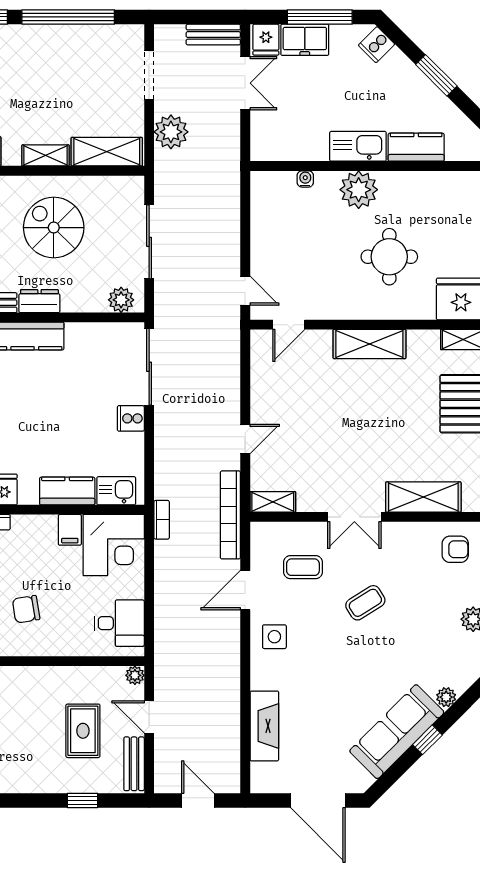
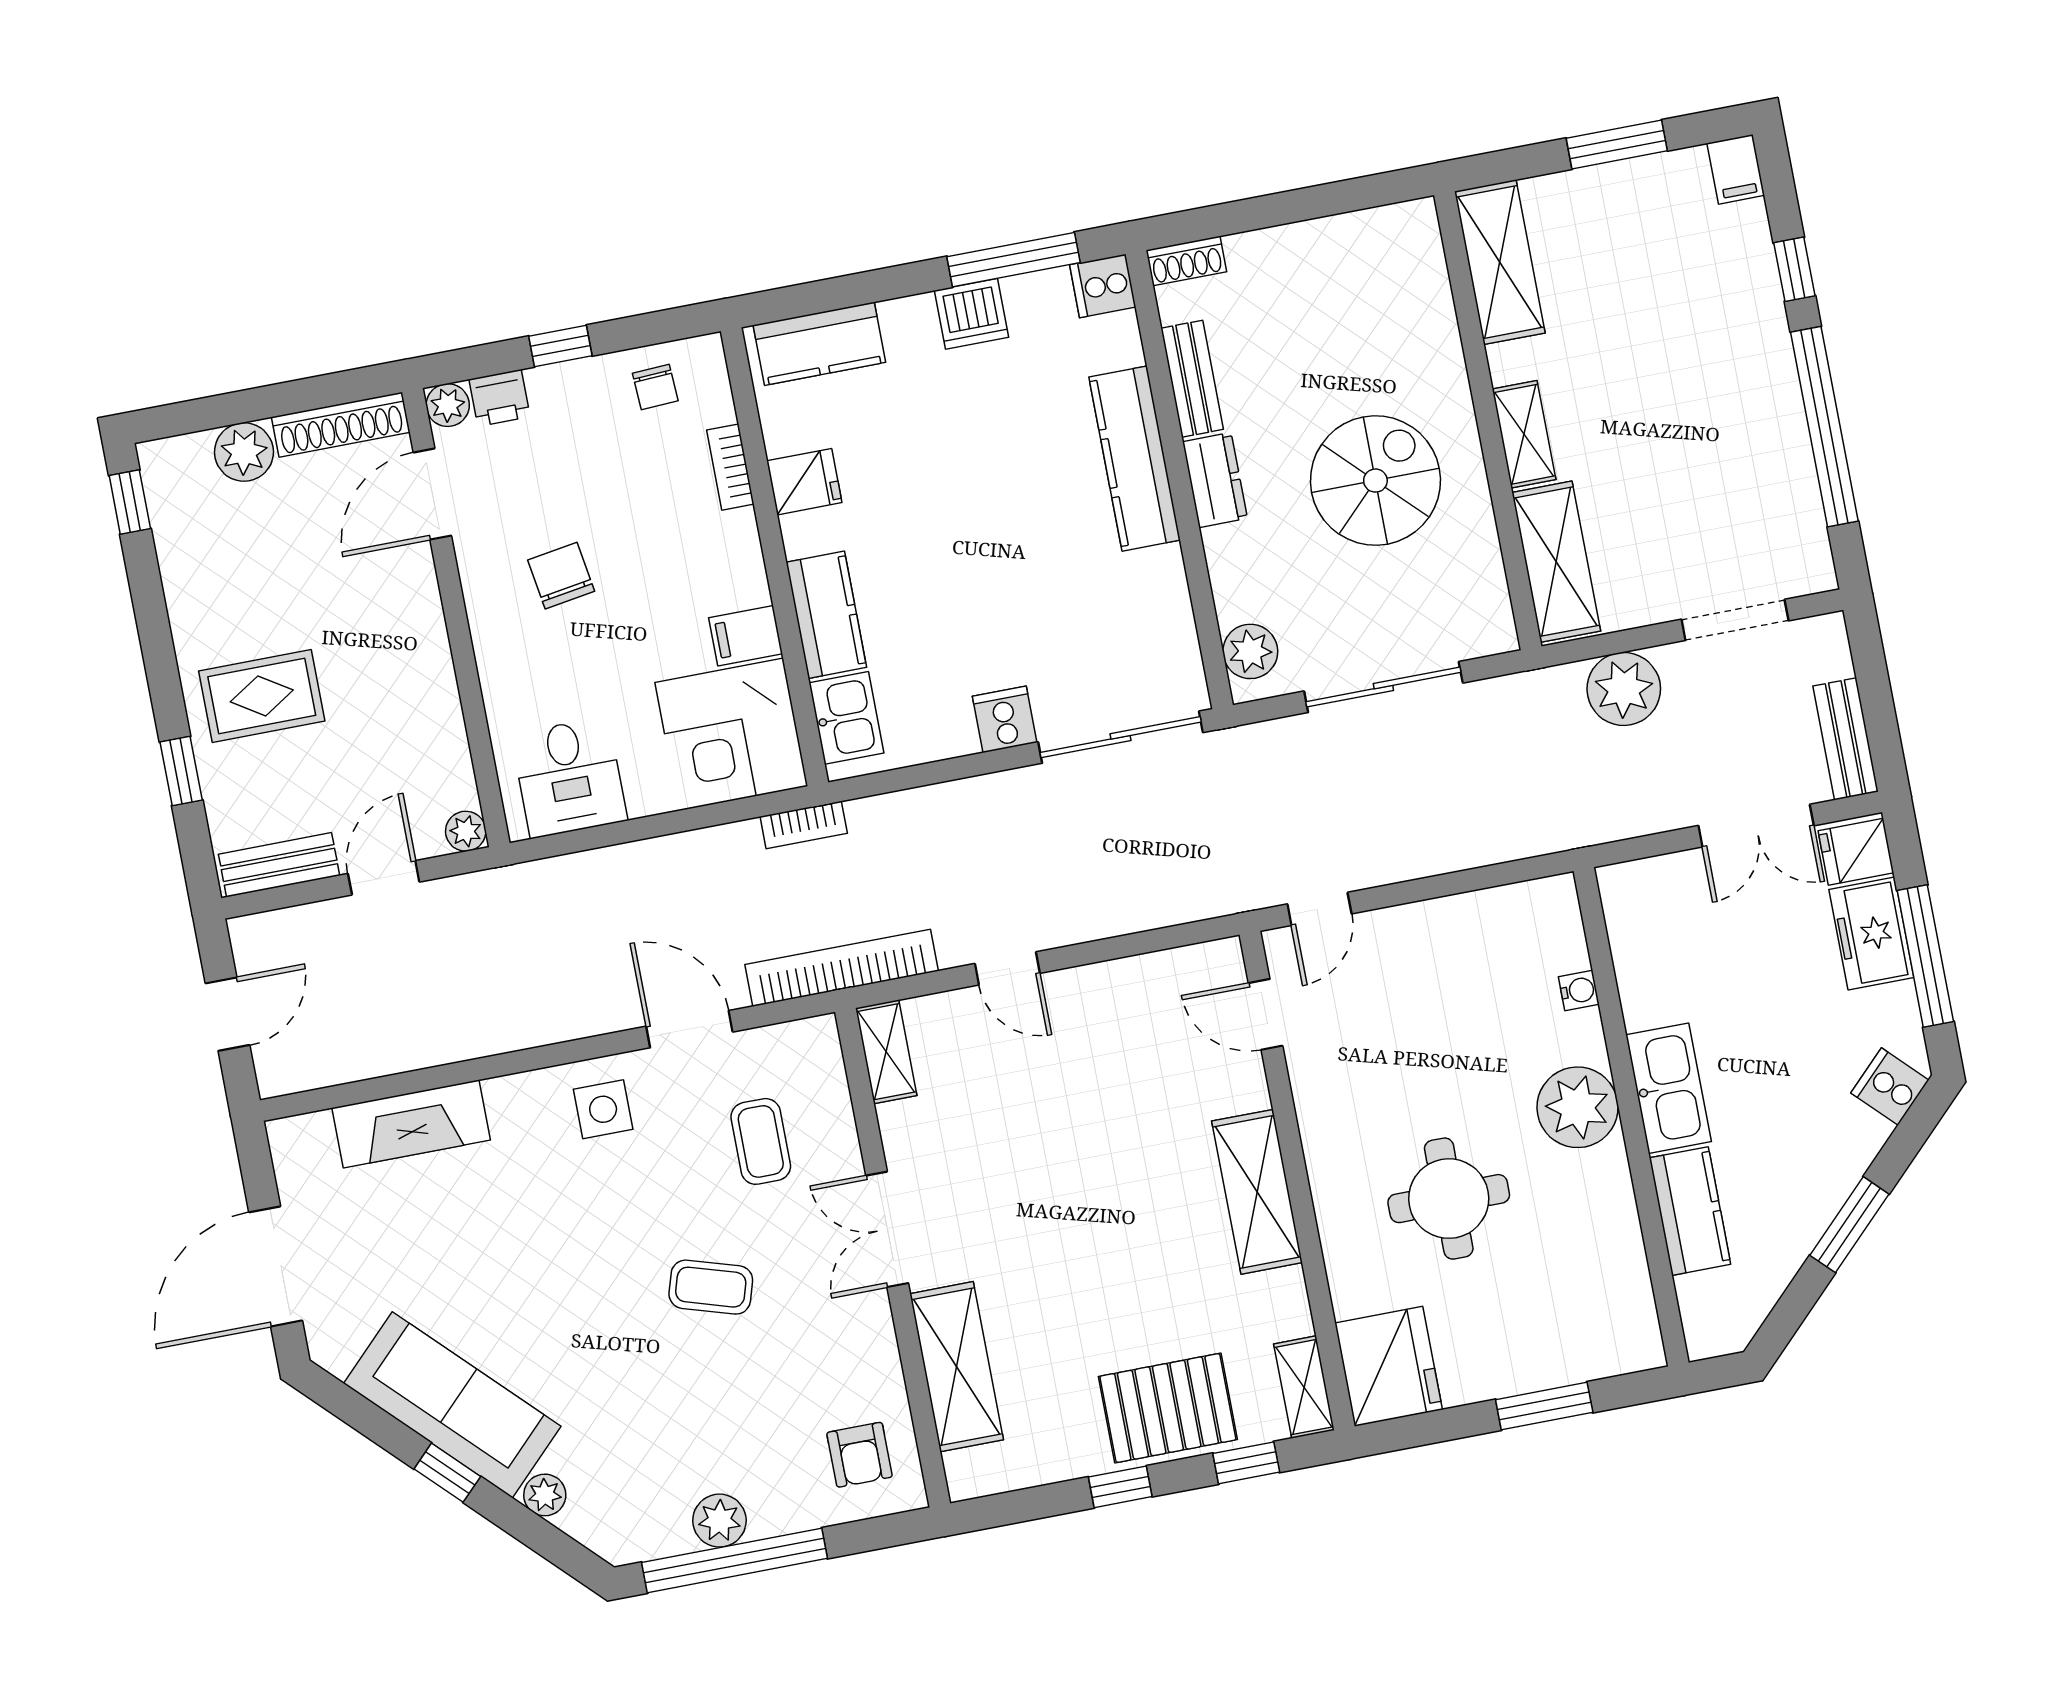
coffee table: (365, 603) -> (711, 1287), turned -41
rug: (83, 731) -> (262, 696), moved

